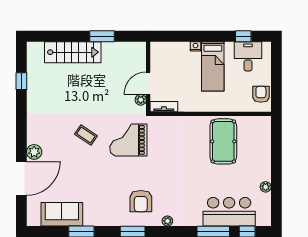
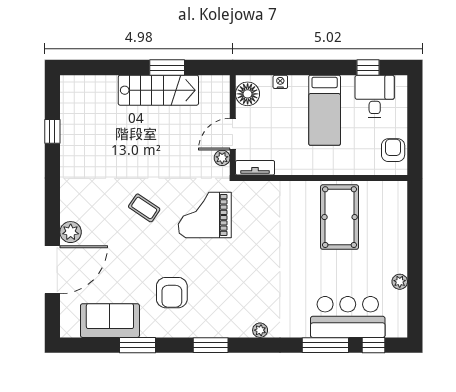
nightstand: (196, 46) -> (280, 82), moved
stairs: (73, 52) -> (158, 90), moved
floor lamp: (159, 55) -> (248, 94), added
armchair: (141, 201) -> (172, 293), moved

